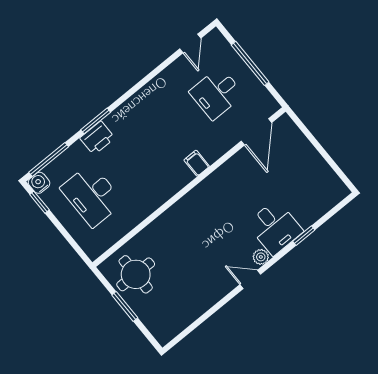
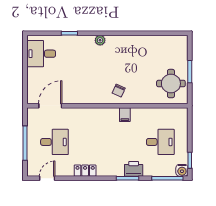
locker: (153, 89) -> (85, 171), added
filing cabinet: (197, 163) -> (125, 115), moved
desk: (92, 195) -> (160, 142), width x0.73
chair: (190, 216) -> (119, 91), added
desk: (275, 227) -> (41, 54), moved, turned -90
door: (250, 279) -> (115, 33), removed

